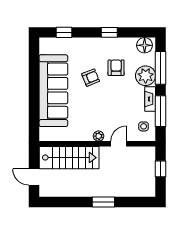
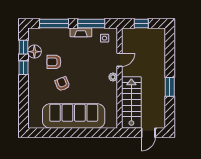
window: (64, 32) -> (23, 47), moved
floor lamp: (145, 45) -> (34, 52), moved
plant: (146, 76) -> (61, 36), removed
door: (119, 144) -> (120, 60), swing flipped
window: (103, 202) -> (170, 87), moved

